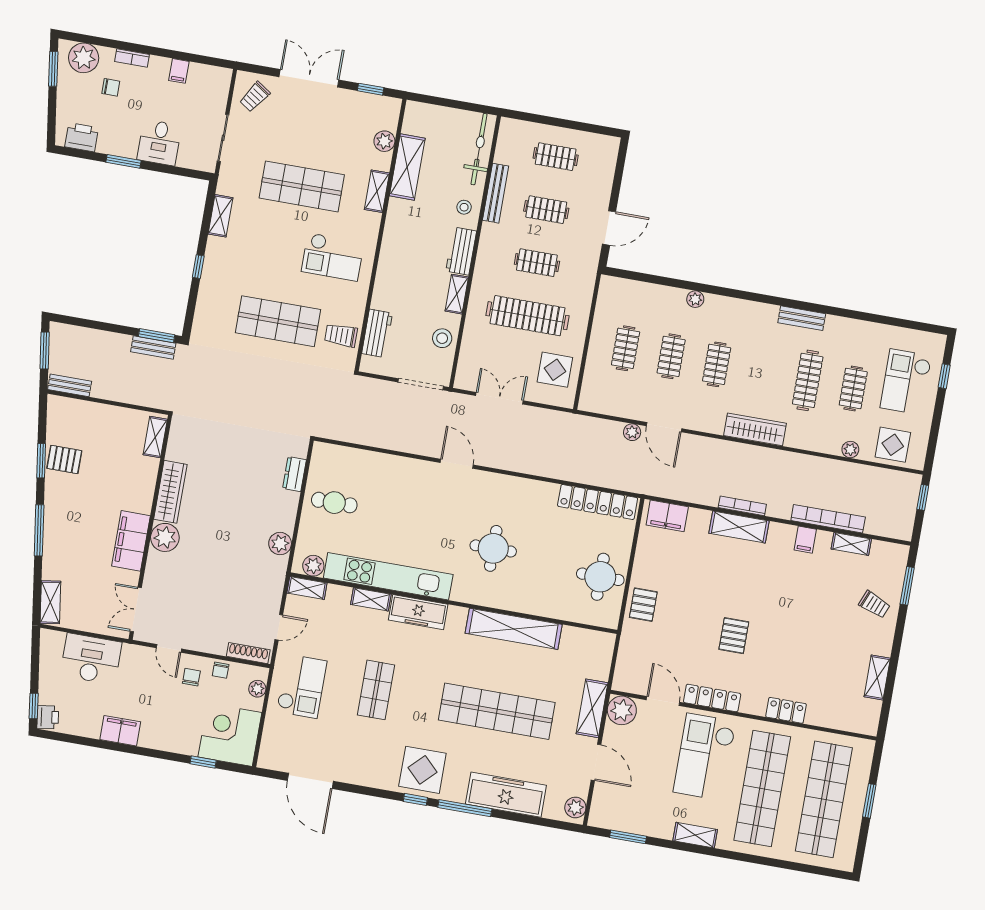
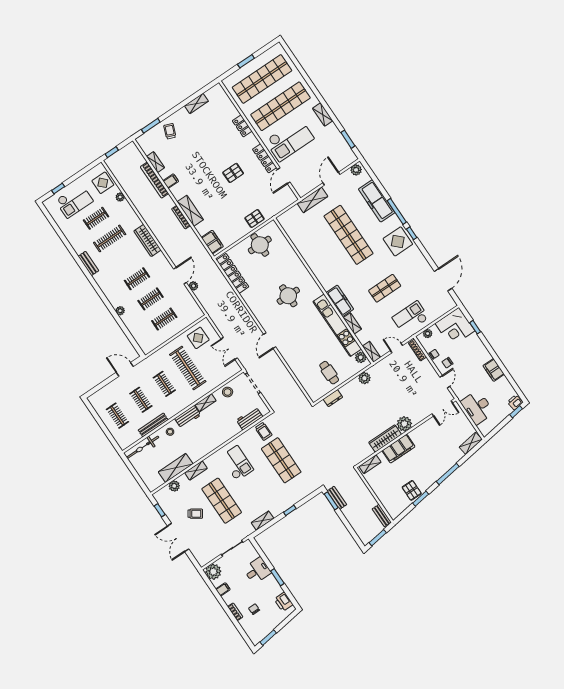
plant: (84, 58) -> (213, 572), moved
trolley: (255, 97) -> (195, 514), moved
filing cabinet: (131, 541) -> (399, 449), moved
shelving: (514, 629) -> (311, 259), removed
plant: (622, 710) -> (302, 188), removed

